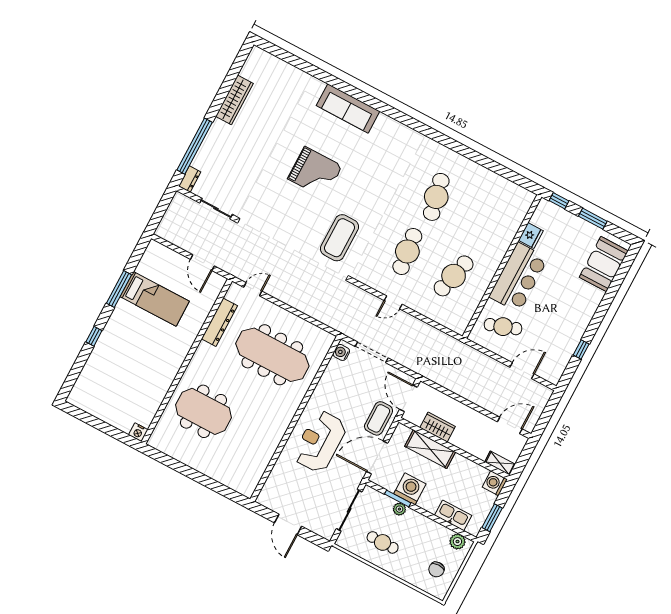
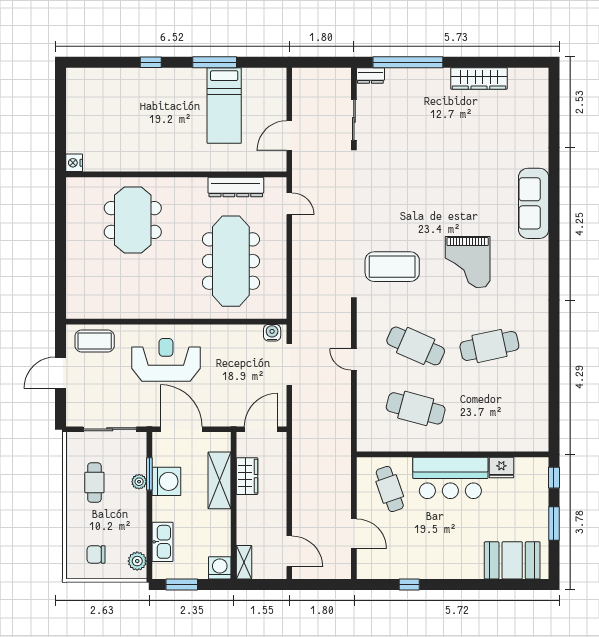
grand piano: (315, 172) -> (468, 262), moved
cafe table: (407, 251) -> (416, 346), turned 30
coffee table: (379, 418) -> (95, 341), moved

